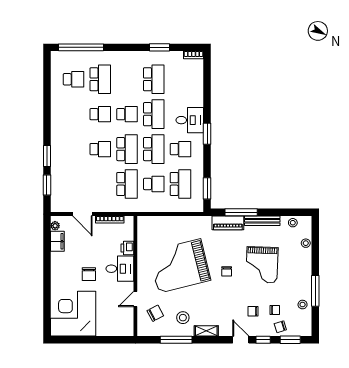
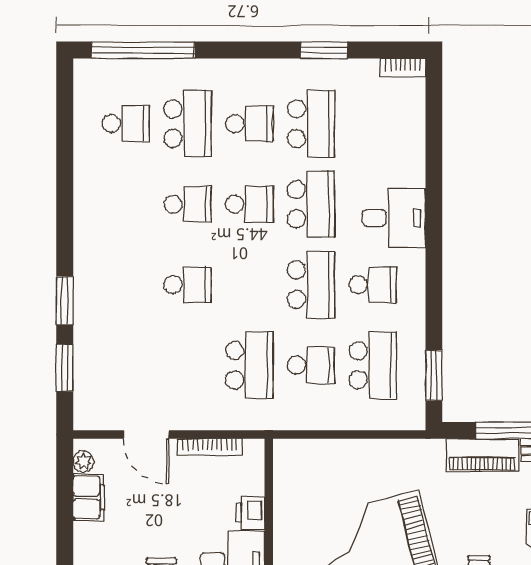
window: (207, 134) -> (434, 249), removed
school desk: (127, 149) -> (249, 124), moved, width x0.54

